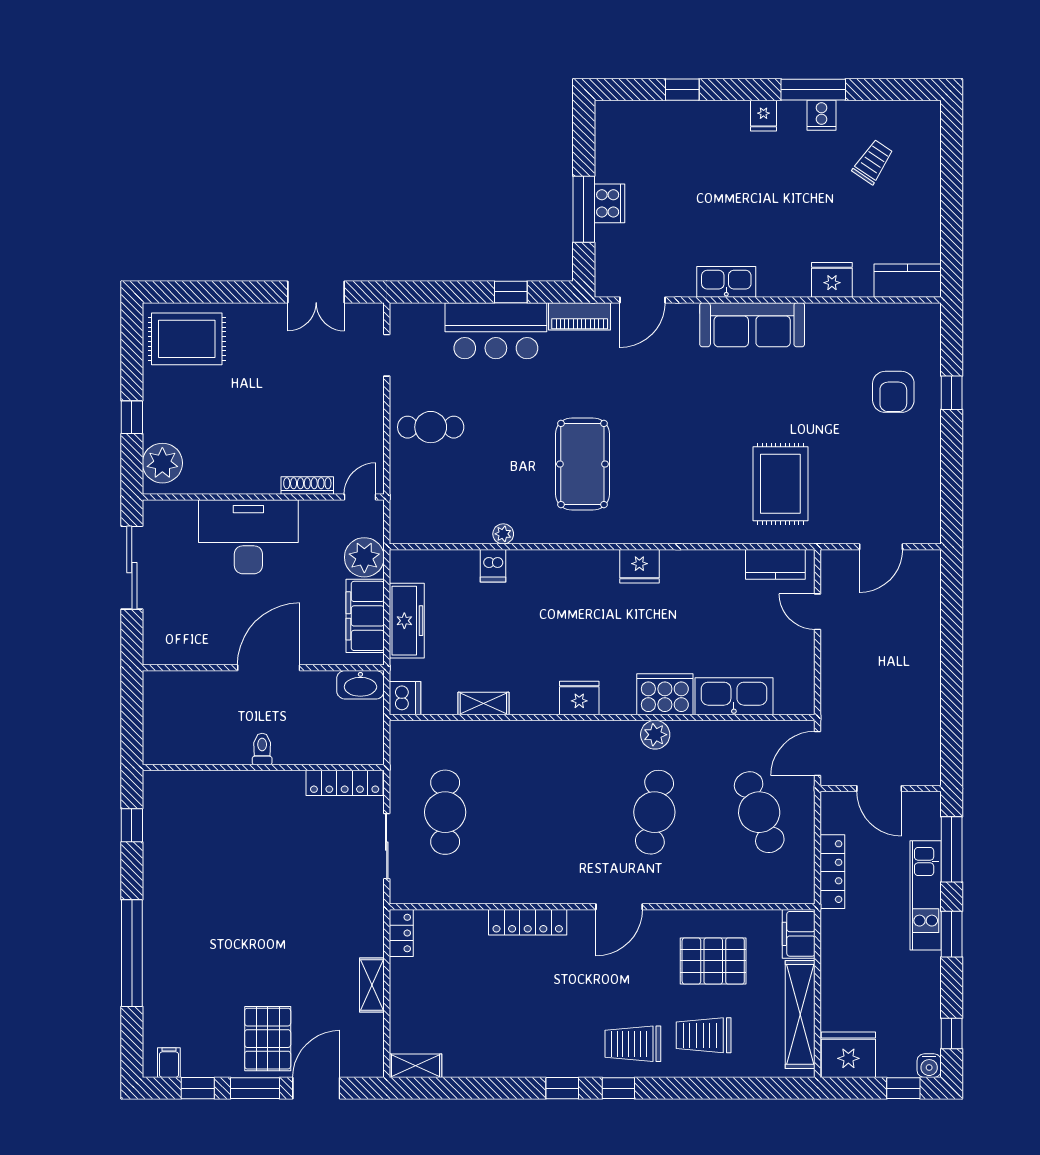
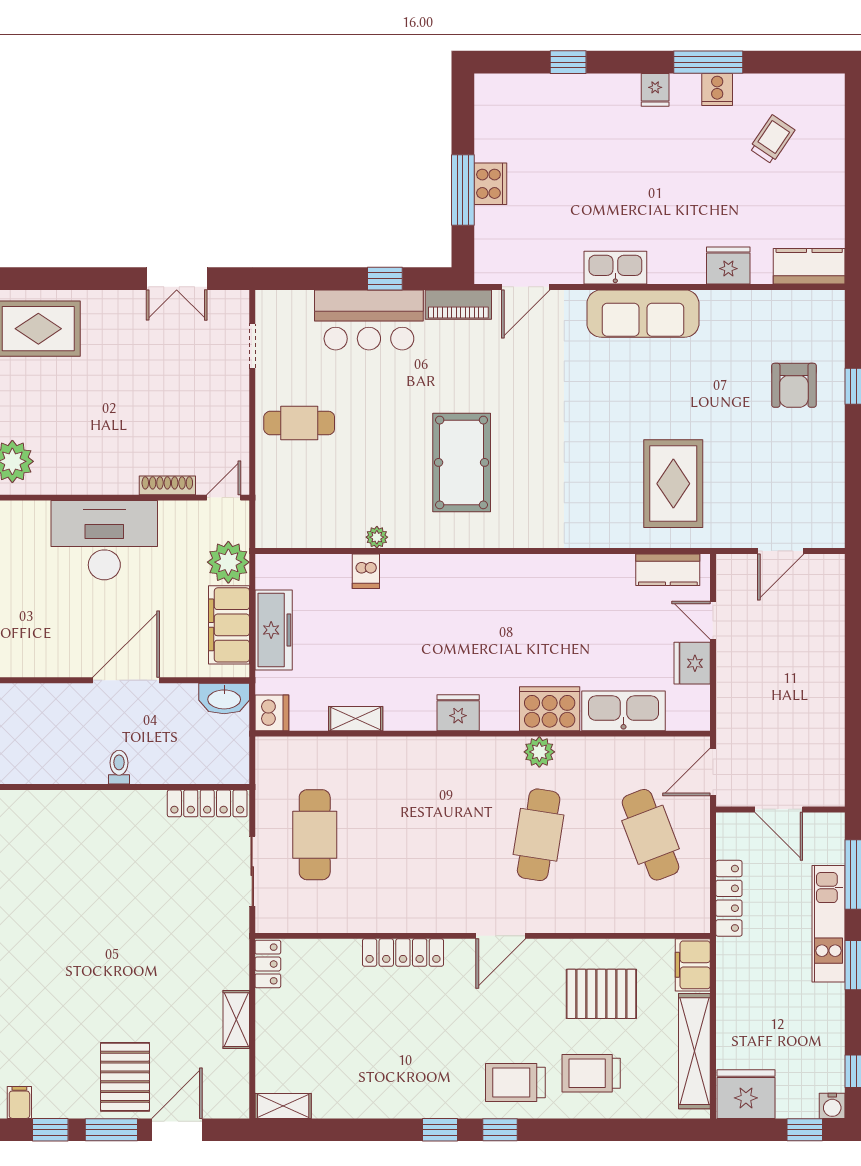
fridge: (639, 566) -> (692, 663), moved, turned 90

